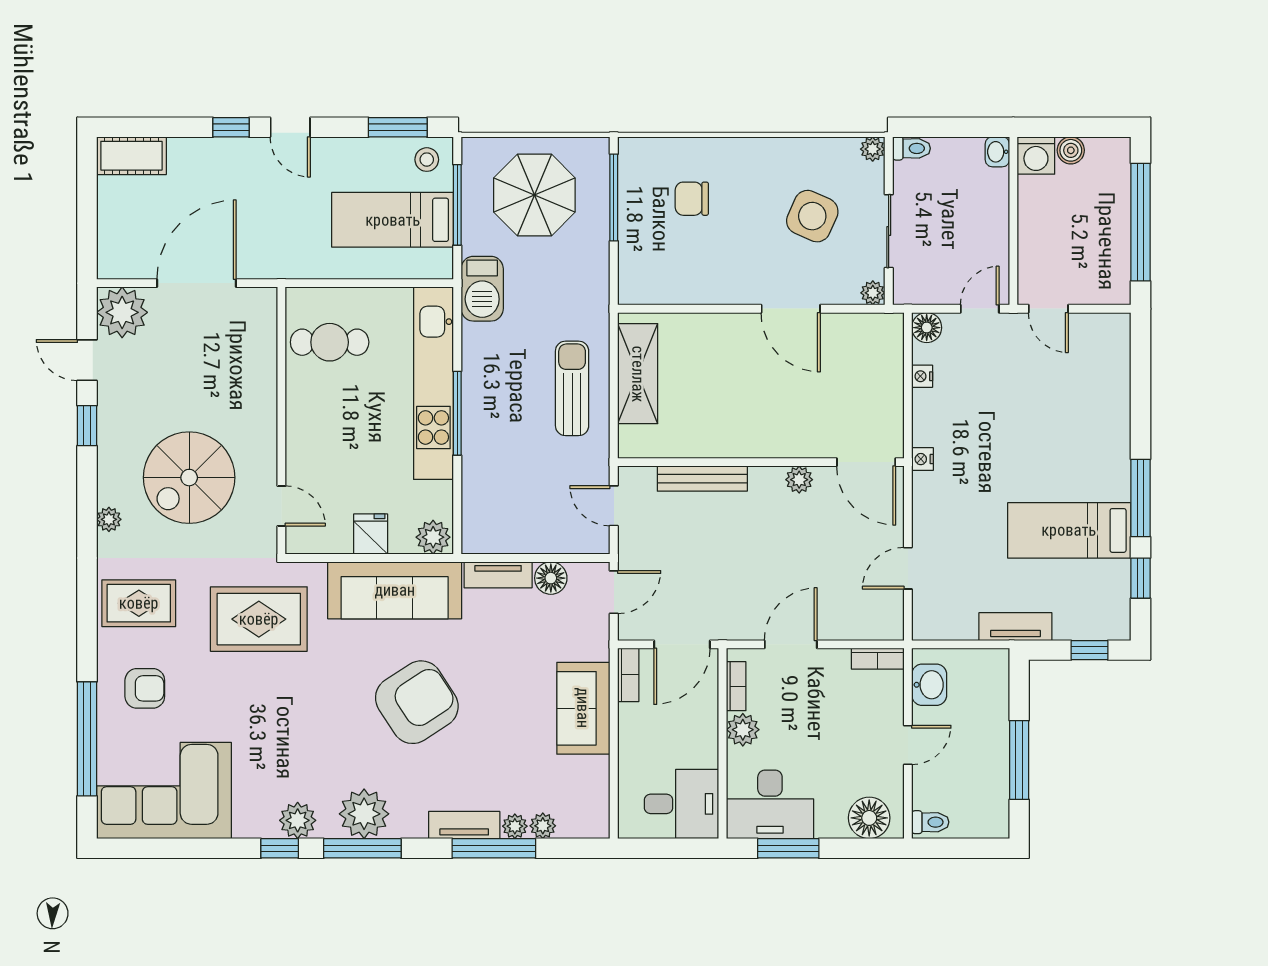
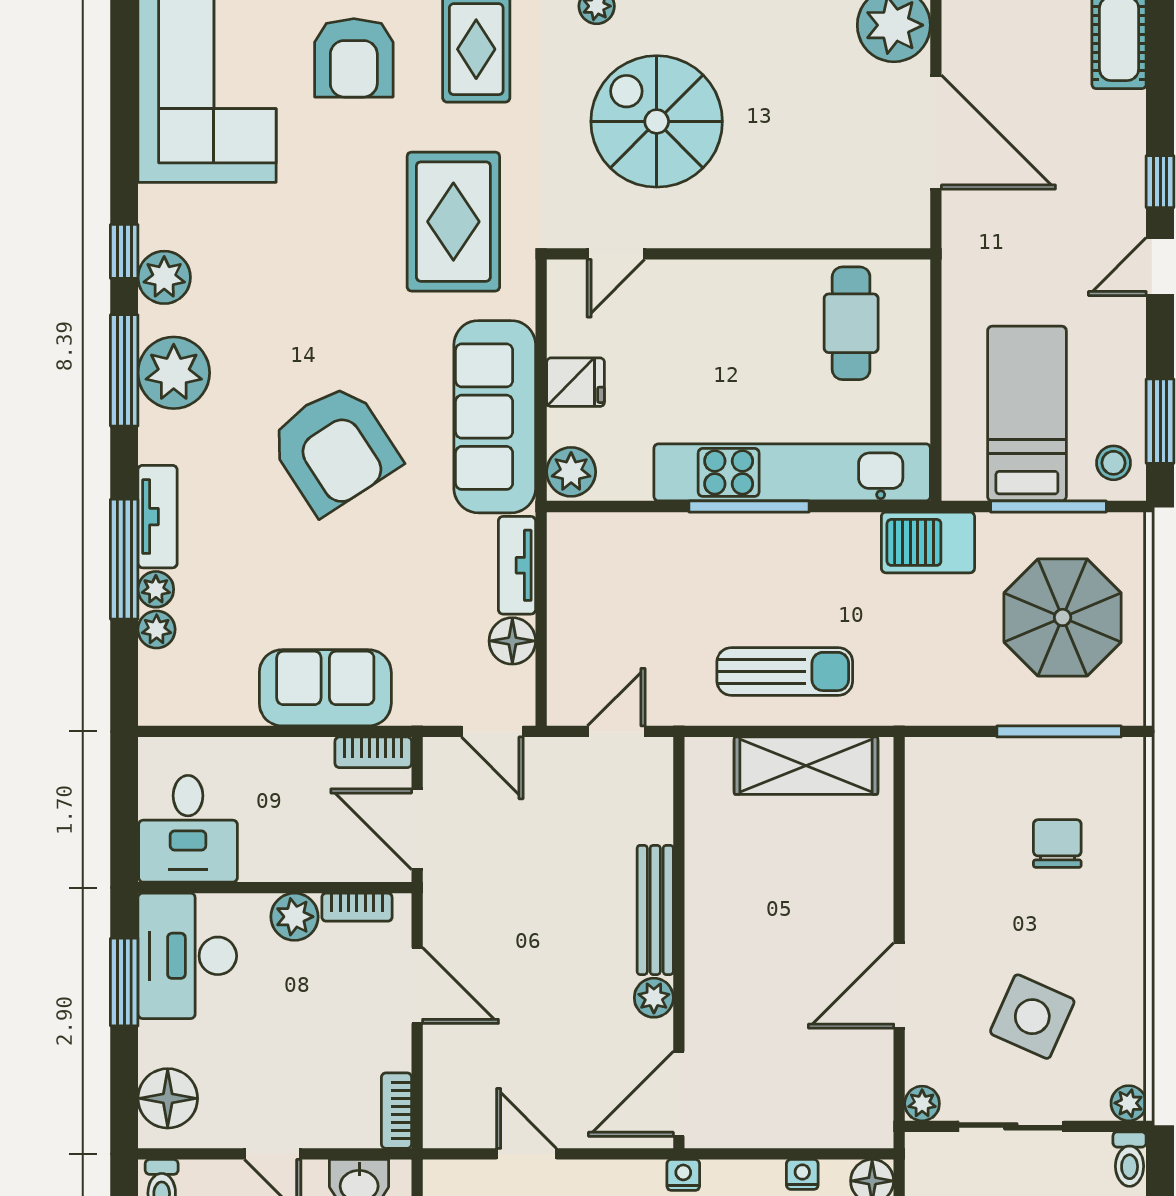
bench: (702, 479) -> (655, 910), moved
armchair: (145, 688) -> (354, 58), width x1.38, depth x1.38

